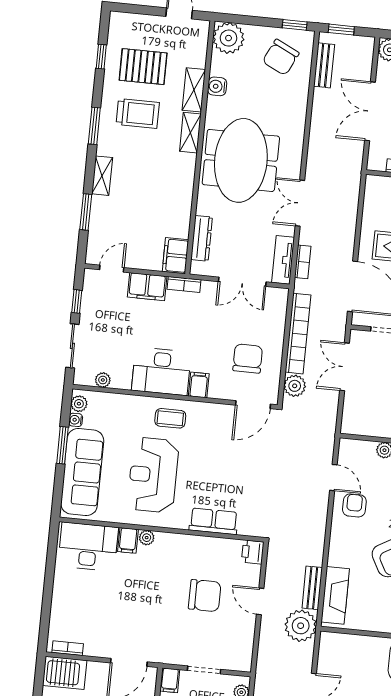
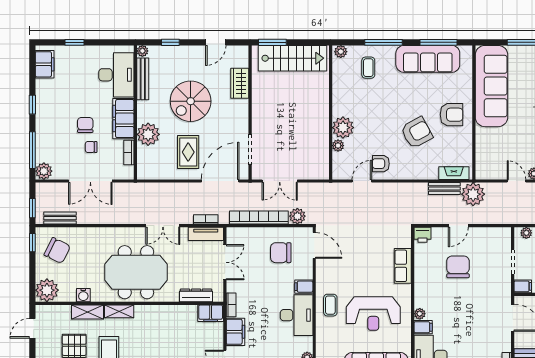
fireplace: (335, 595) -> (454, 173), width x0.73, depth x0.76

